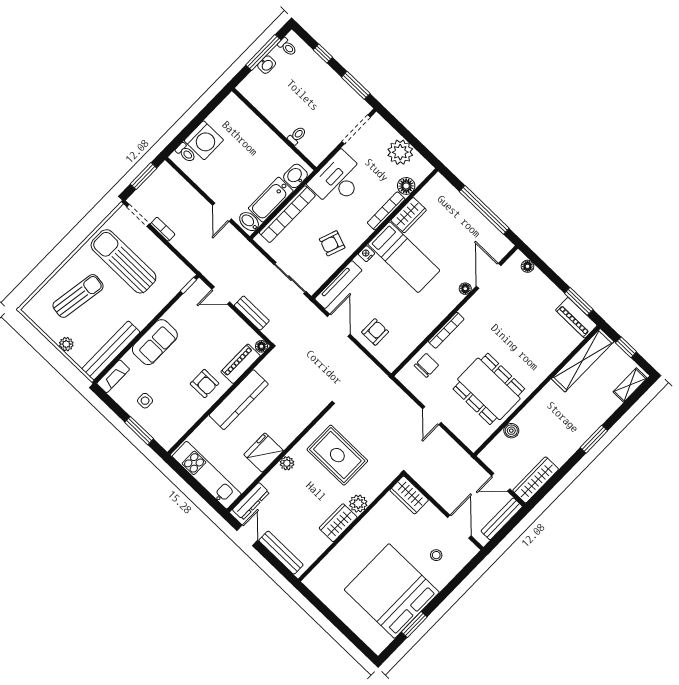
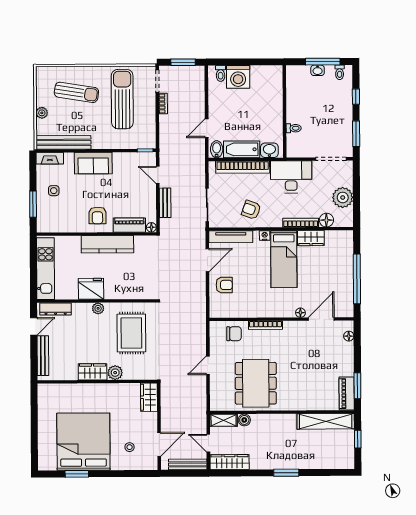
shelving: (630, 385) -> (224, 420), moved

